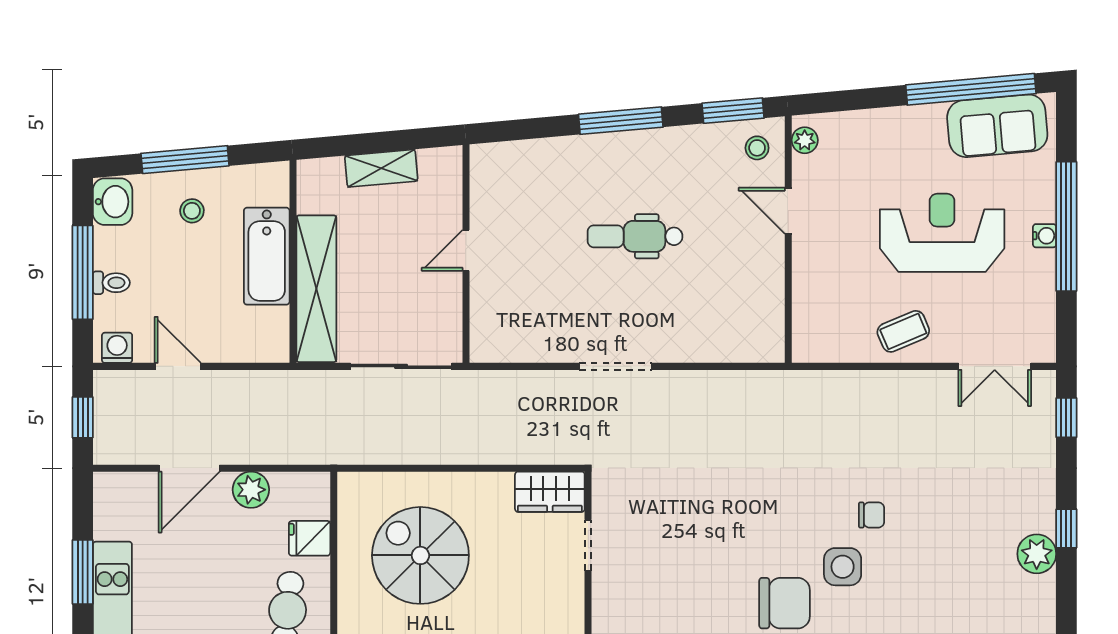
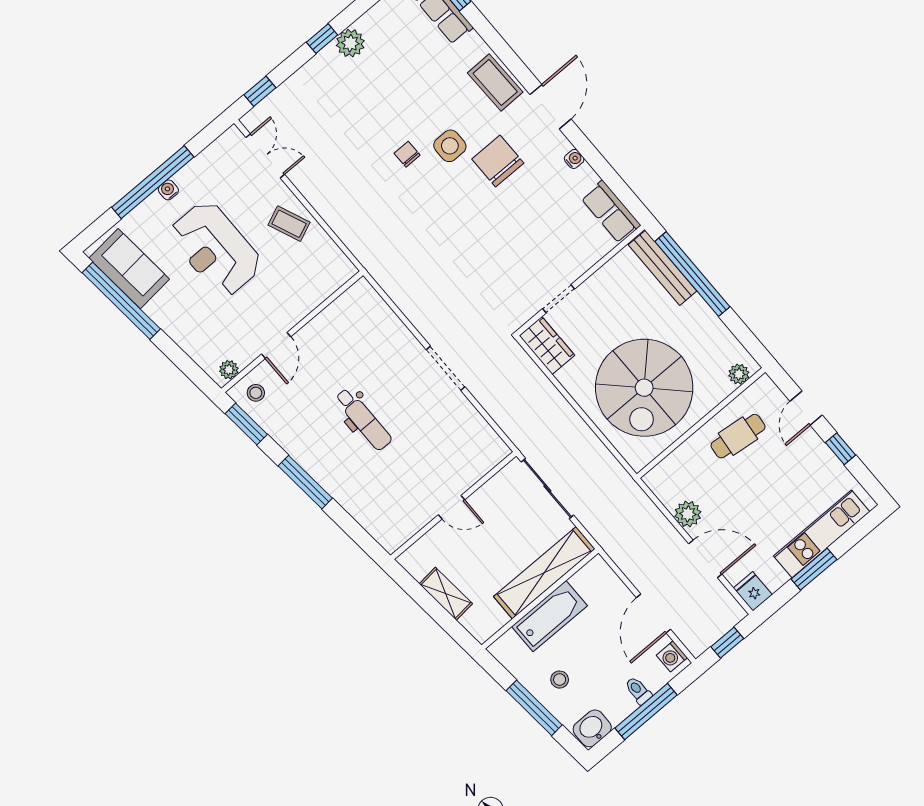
door: (178, 366) -> (654, 614), width x1.38
fridge: (310, 538) -> (753, 591), moved, turned 180
spiral stairs: (420, 555) -> (644, 388), width x1.37, depth x1.37

